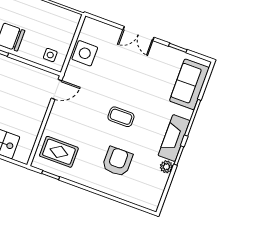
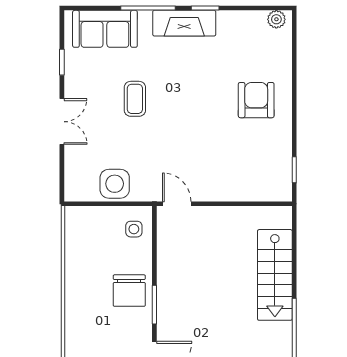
coffee table: (121, 117) -> (135, 99), moved
rug: (59, 152) -> (259, 170), removed
armchair: (117, 162) -> (256, 100), moved, turned 90
plant: (166, 167) -> (276, 19), moved

